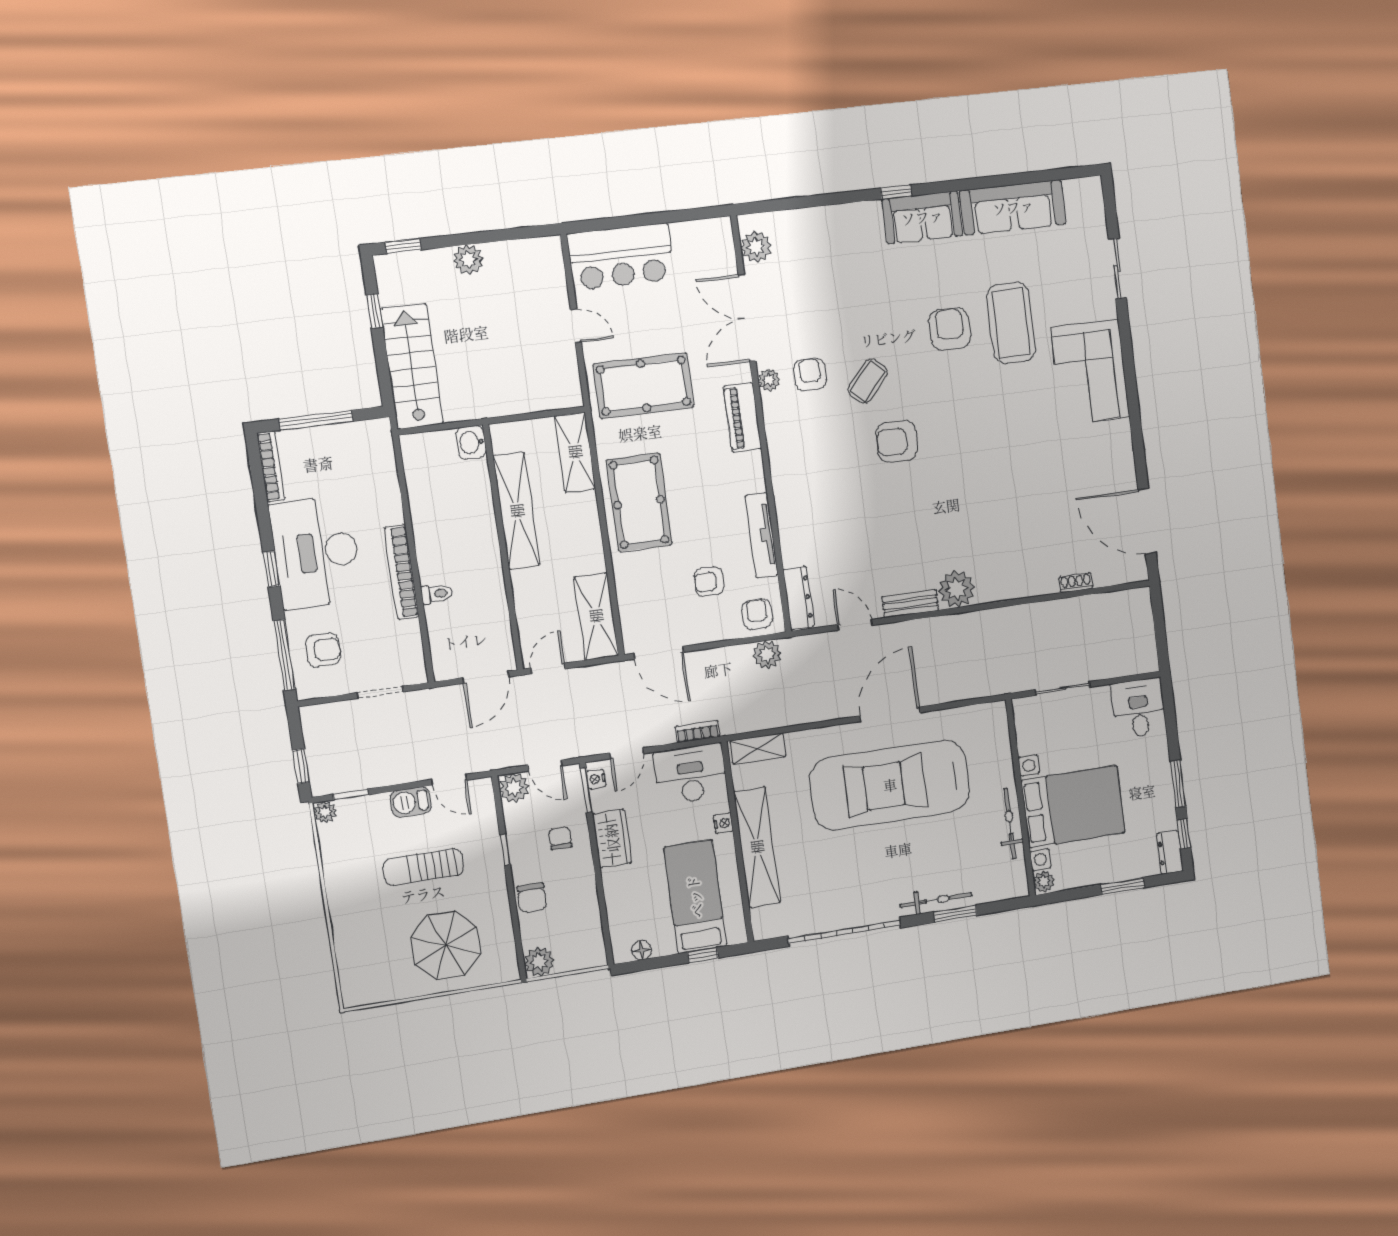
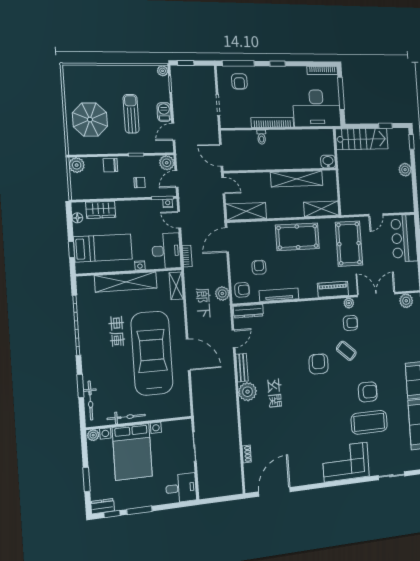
desk: (316, 552) -> (317, 108), moved, turned 180
wardrobe: (612, 838) -> (101, 210), moved
bicycle: (936, 900) -> (90, 400), moved

